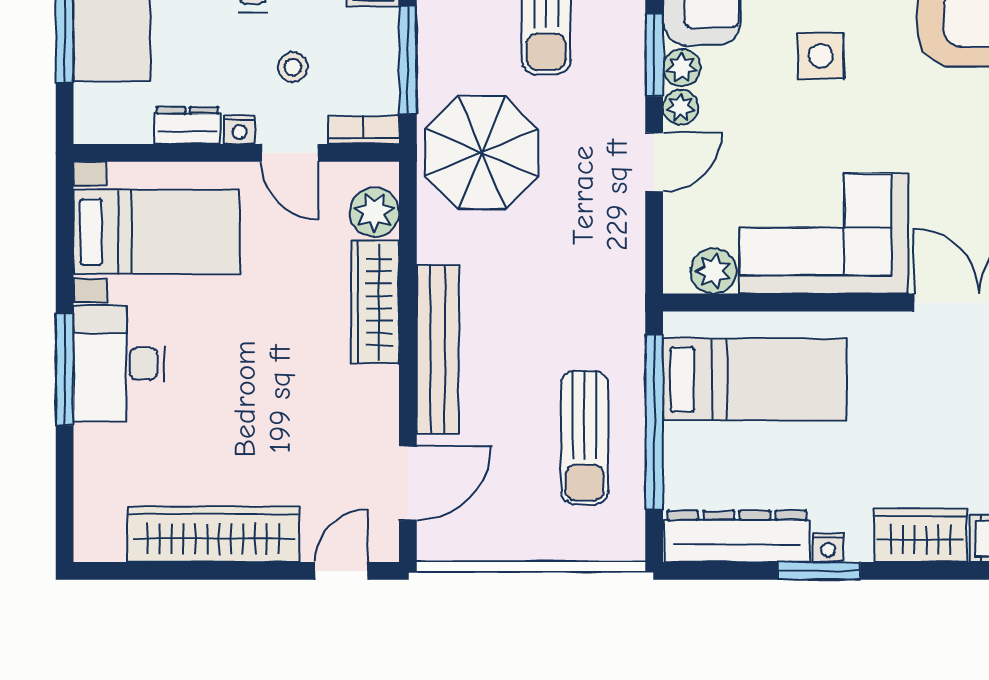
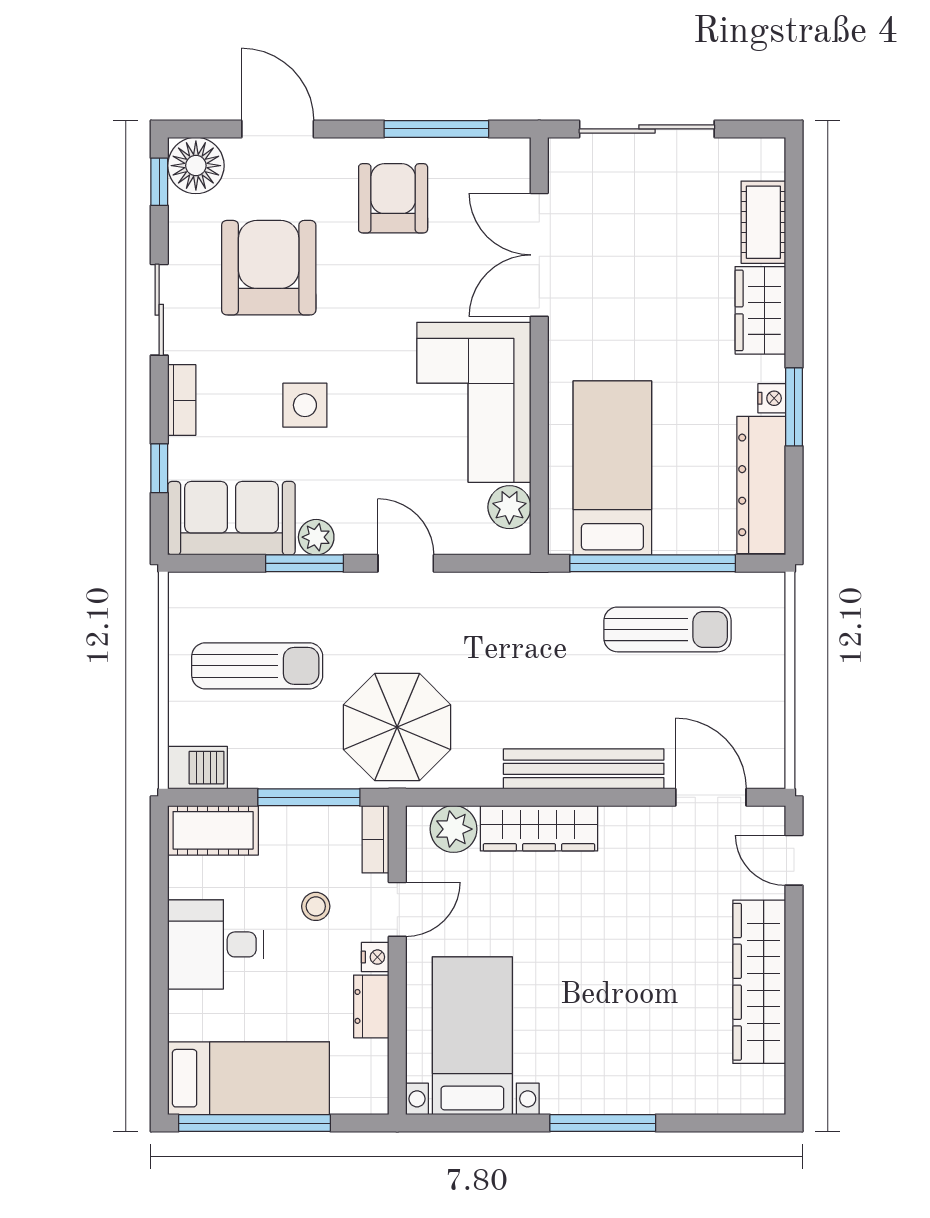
plant: (681, 107) -> (354, 538), removed
desk: (119, 364) -> (597, 1071), removed

